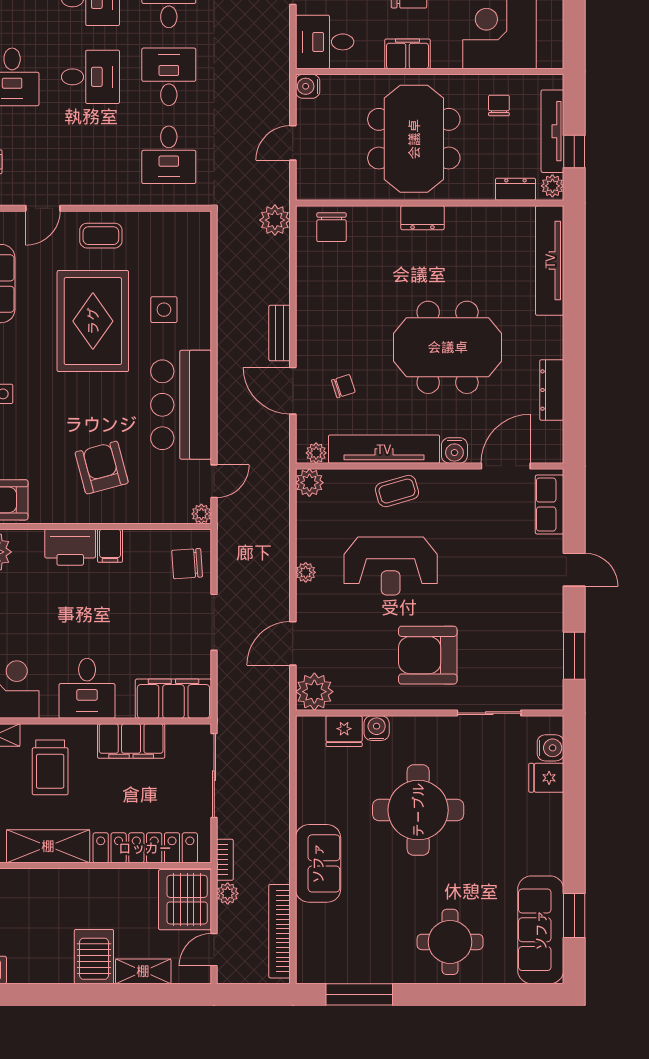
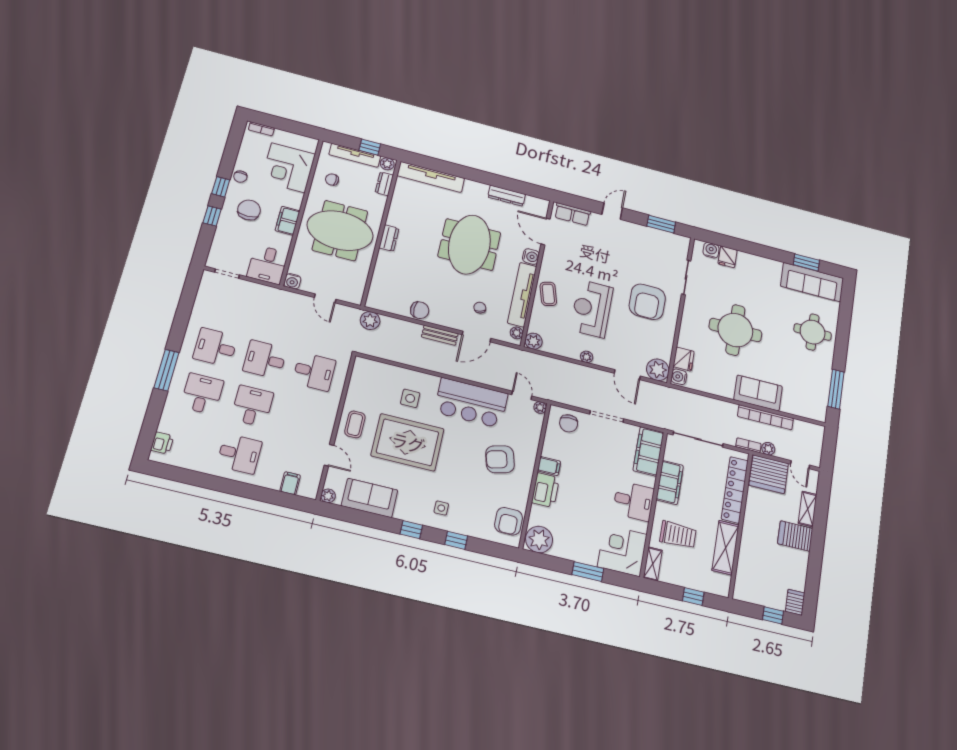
chair: (331, 227) -> (420, 310), moved
reception desk: (391, 566) -> (592, 309), turned 180
water cooler: (377, 728) -> (679, 377), moved
bookcase: (280, 931) -> (765, 417), moved

